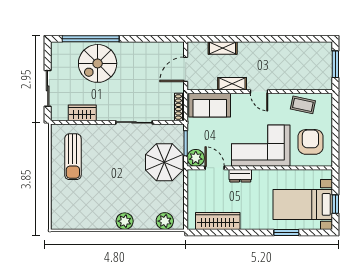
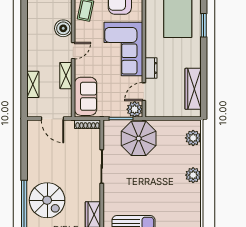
boiler: (283, 81) -> (63, 28), added

